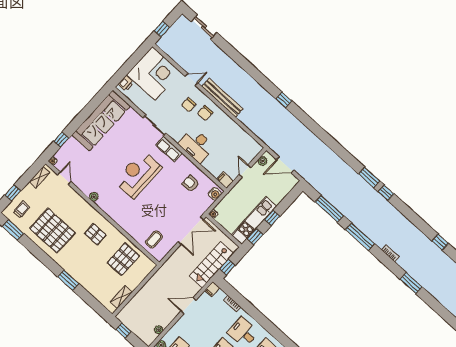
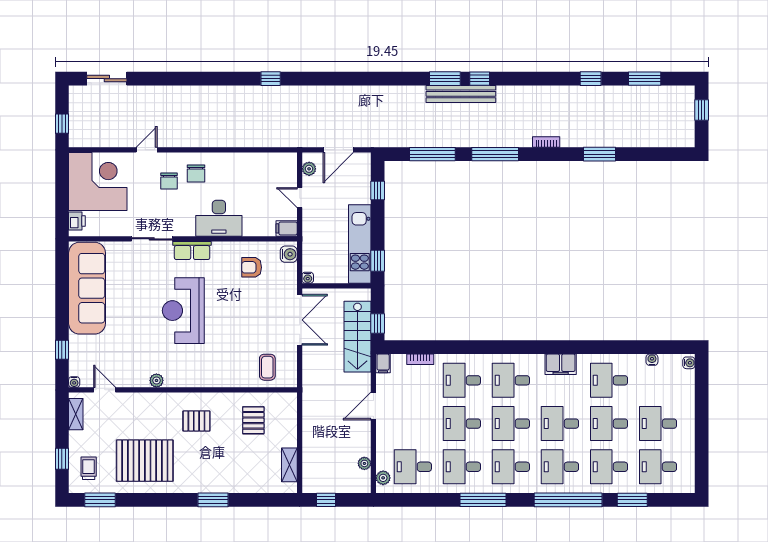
bench: (222, 98) -> (461, 94), moved
window: (272, 218) -> (378, 191), moved
pallet: (123, 259) -> (253, 420), width x0.67, depth x0.71

